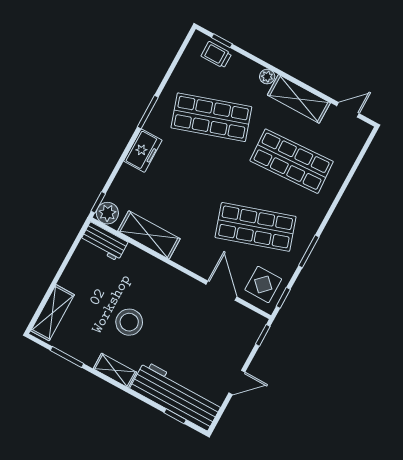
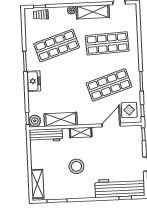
workbench: (104, 242) -> (46, 135), width x1.38
door: (221, 291) -> (111, 125), hinge flipped
shelving: (115, 370) -> (81, 132), moved

